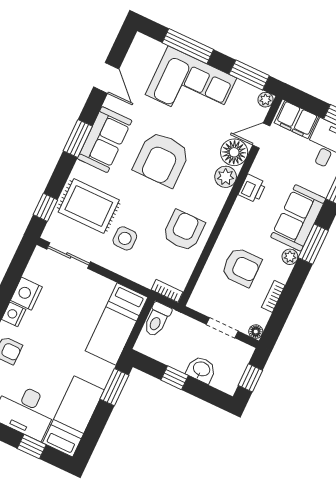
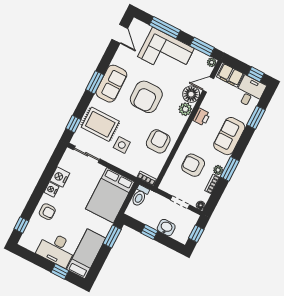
door: (106, 78) -> (120, 34), moved
window: (313, 244) -> (230, 169), moved
plant: (290, 257) -> (218, 170), moved
armchair: (241, 267) -> (193, 165), turned 180
bed: (116, 324) -> (110, 195), width x1.50

